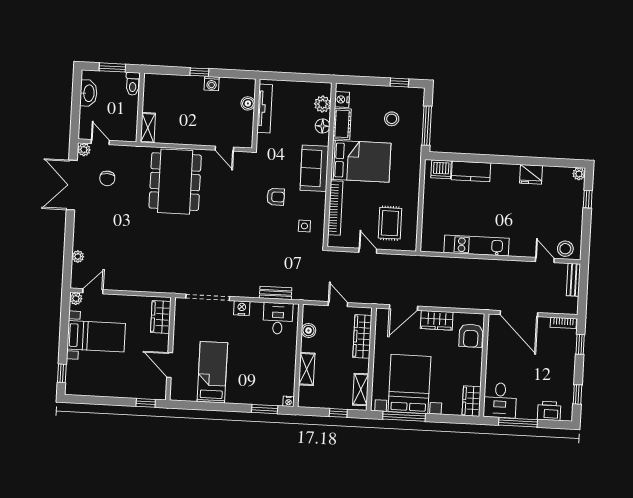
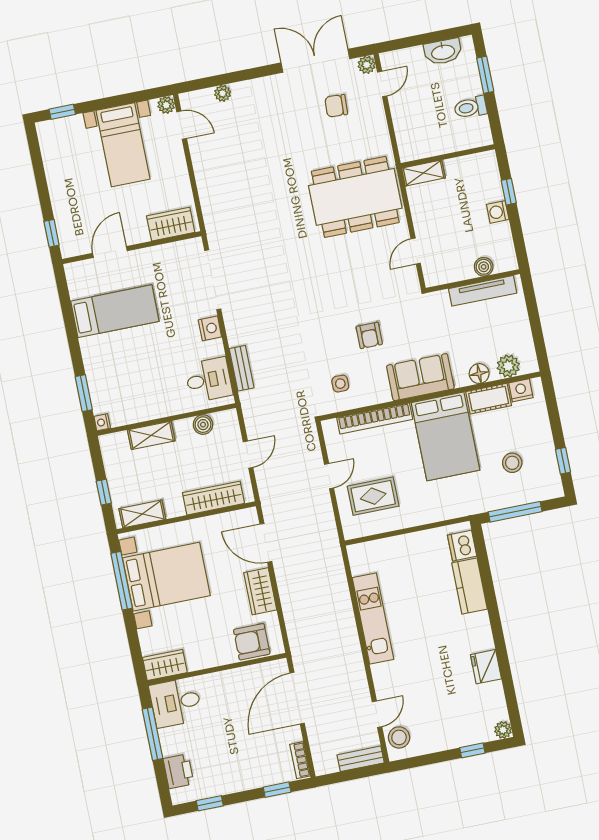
wall: (140, 108) -> (448, 156), moved
shelving: (148, 128) -> (423, 173), moved

